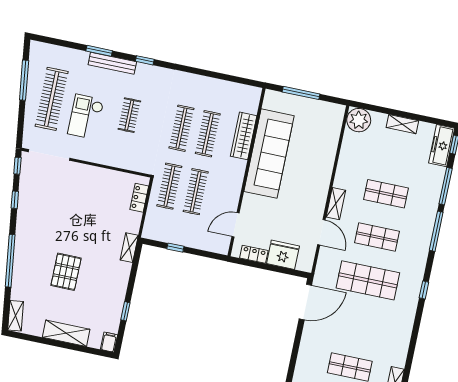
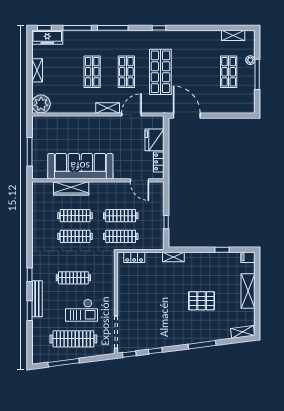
clothes rail: (129, 115) -> (73, 278), width x1.36
window: (10, 261) -> (202, 345), width x0.68

